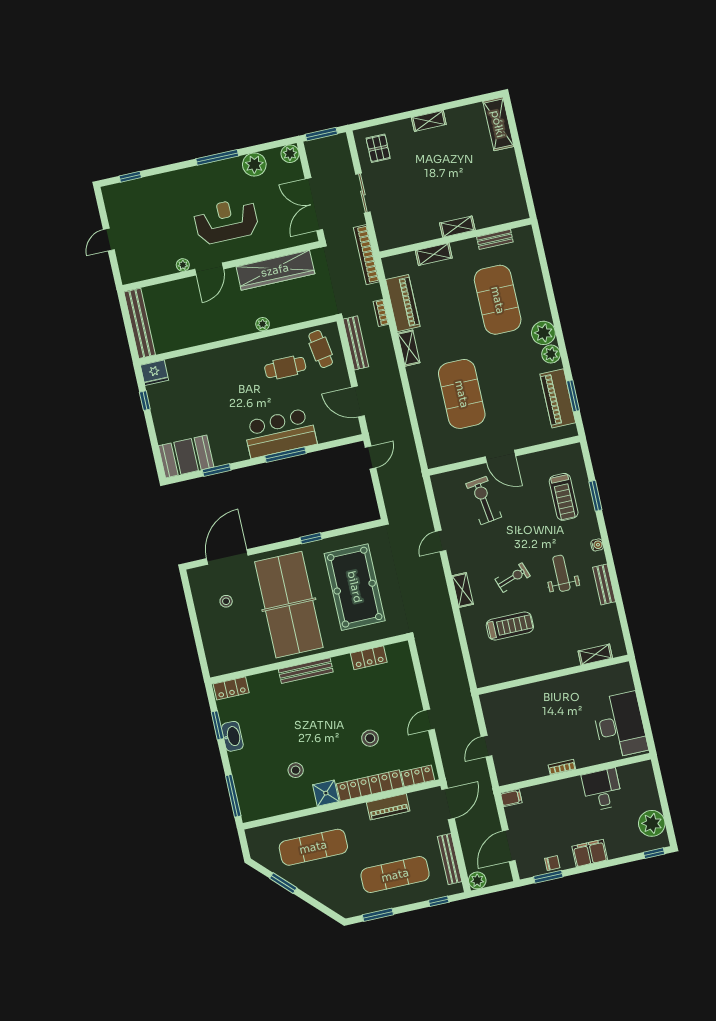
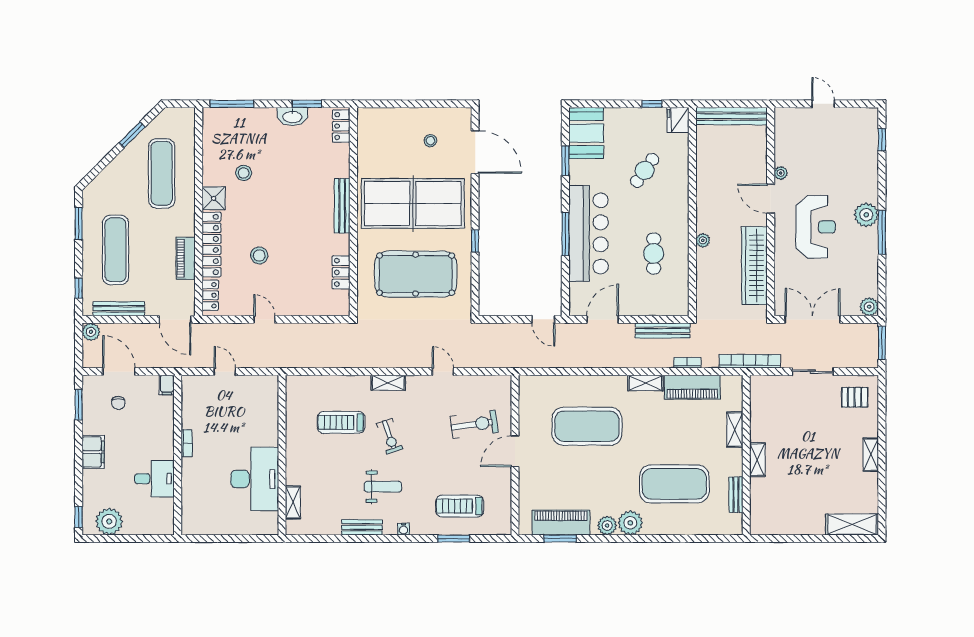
plant: (254, 164) -> (866, 215), moved
cafe table: (321, 349) -> (645, 170), moved, turned -46
bar counter: (280, 433) -> (588, 233), width x1.36
treadmill: (510, 626) -> (341, 422), turned 90
desk: (620, 725) -> (255, 479), moved, turned -90
chair: (552, 863) -> (118, 403), moved

